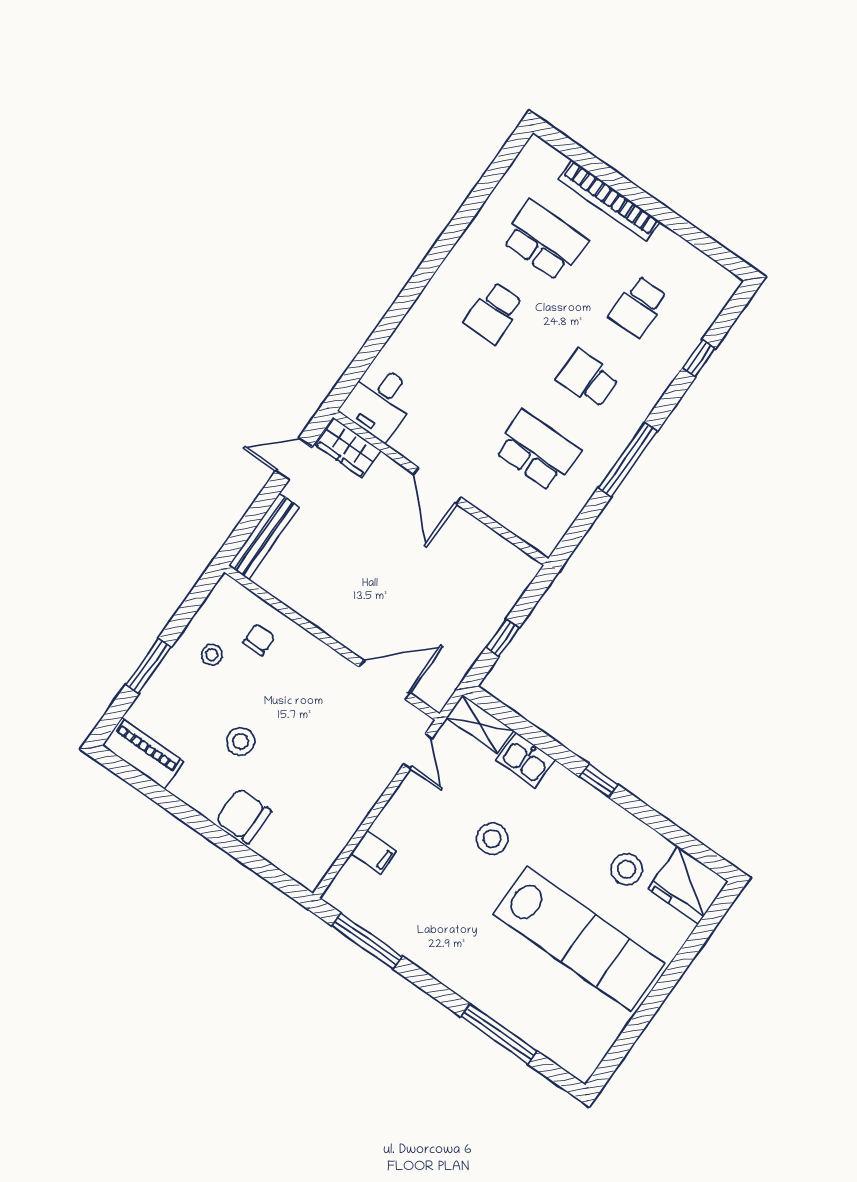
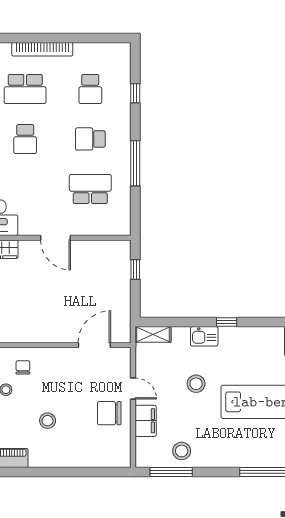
school desk: (544, 241) -> (25, 89), turned 180
window: (503, 638) -> (135, 269), moved
door: (418, 751) -> (133, 389), moved
kitchen sink: (526, 760) -> (204, 336), moved
chair: (243, 816) -> (109, 413), moved
filing cabinet: (374, 852) -> (146, 421), width x2.00
stool: (627, 869) -> (182, 451), moved

